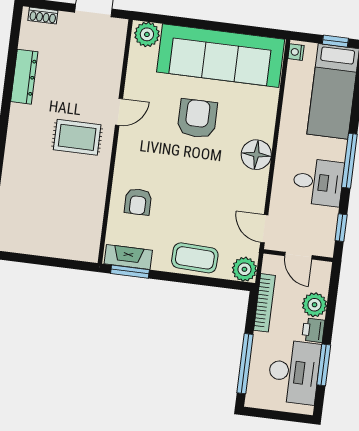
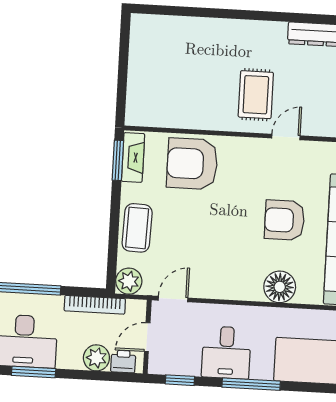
door: (119, 112) -> (286, 137), swing flipped
armchair: (197, 119) -> (285, 220), turned 180
floor lamp: (256, 155) -> (280, 287), moved
armchair: (138, 202) -> (192, 164), width x1.88, depth x1.88
printer: (313, 330) -> (123, 361), moved

